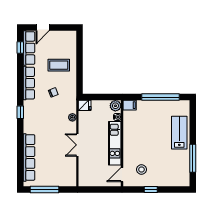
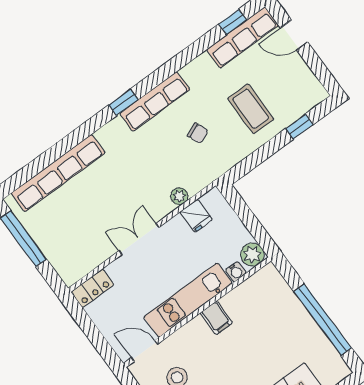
window: (79, 51) -> (299, 127), added
row of seats: (29, 83) -> (155, 102), moved
fridge: (85, 105) -> (196, 216), moved
filing cabinet: (130, 105) -> (216, 318), moved
locker: (83, 177) -> (92, 288), added

